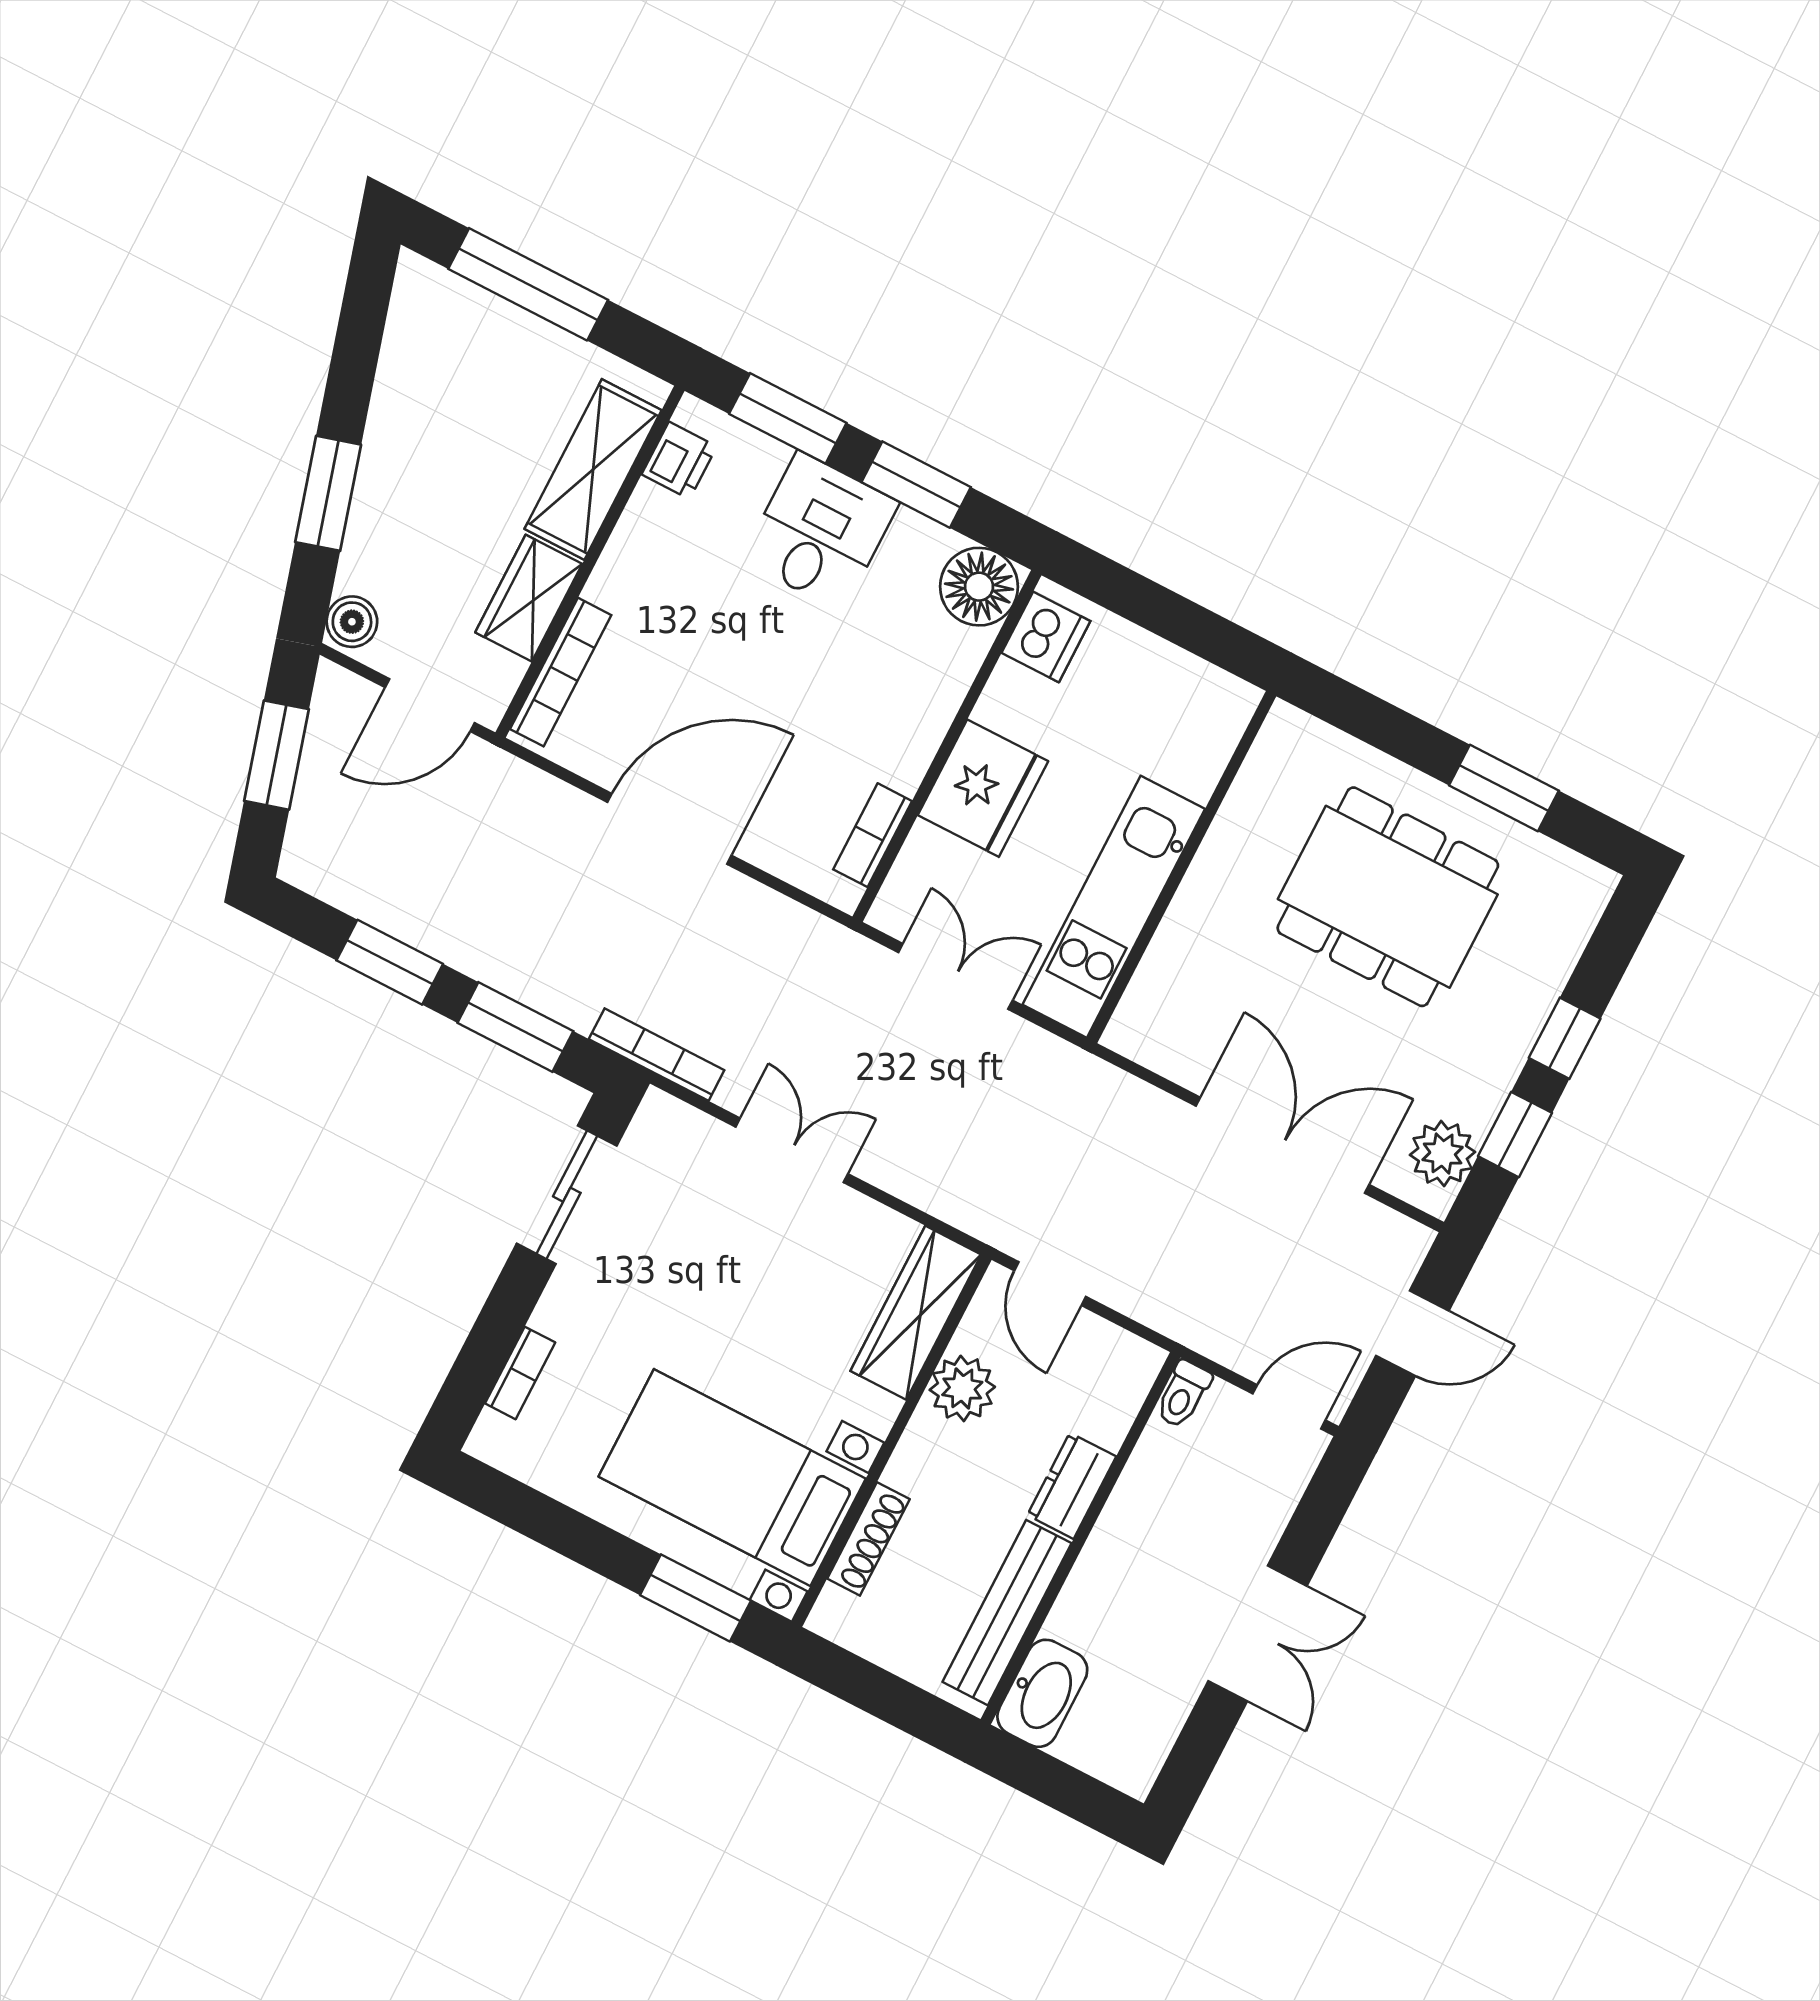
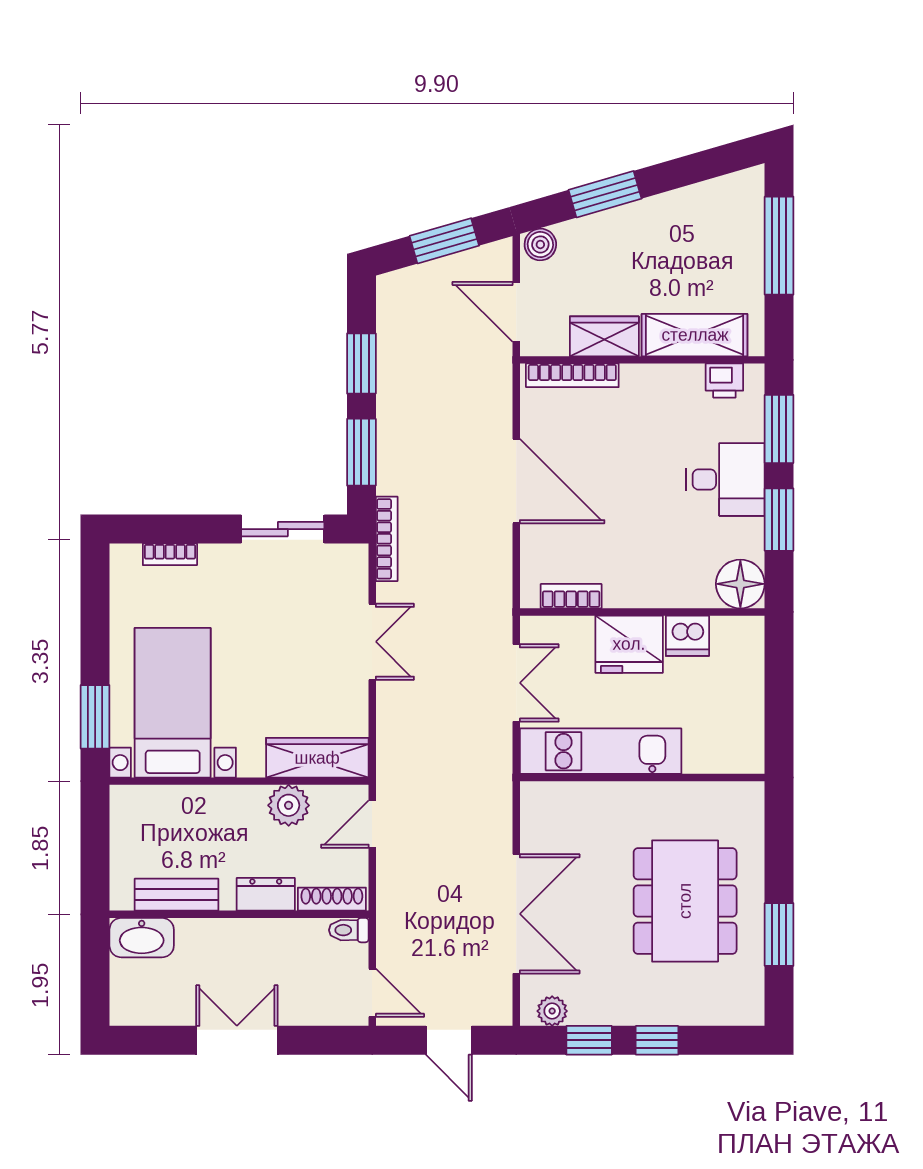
dishwasher: (1046, 637) -> (687, 636), moved
plant: (1443, 1153) -> (552, 1011), width x0.73, depth x0.73
shoe rack: (868, 1539) -> (332, 899), moved, turned 180
bench: (1007, 1613) -> (176, 895), width x0.73
double door: (1257, 1633) -> (237, 1040), swing flipped

